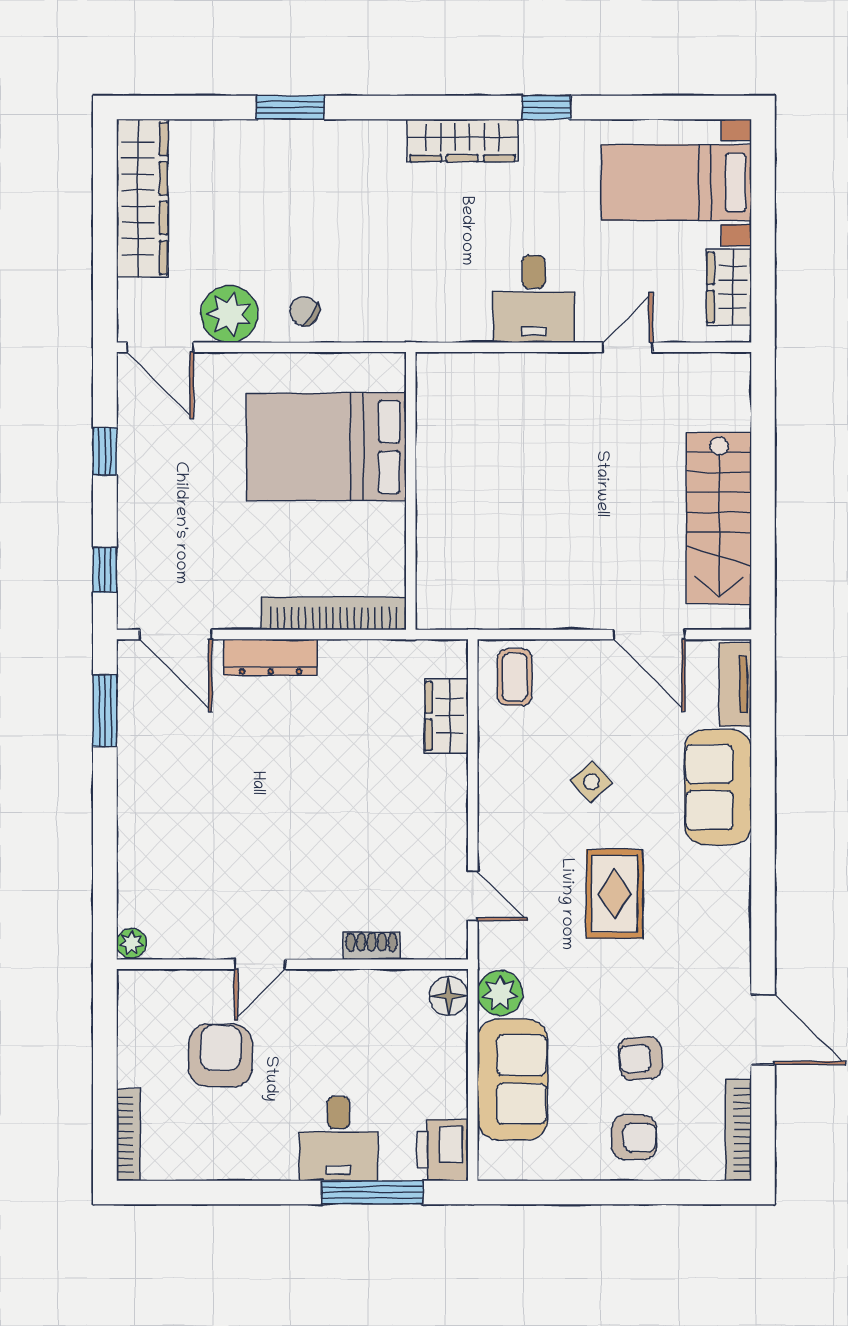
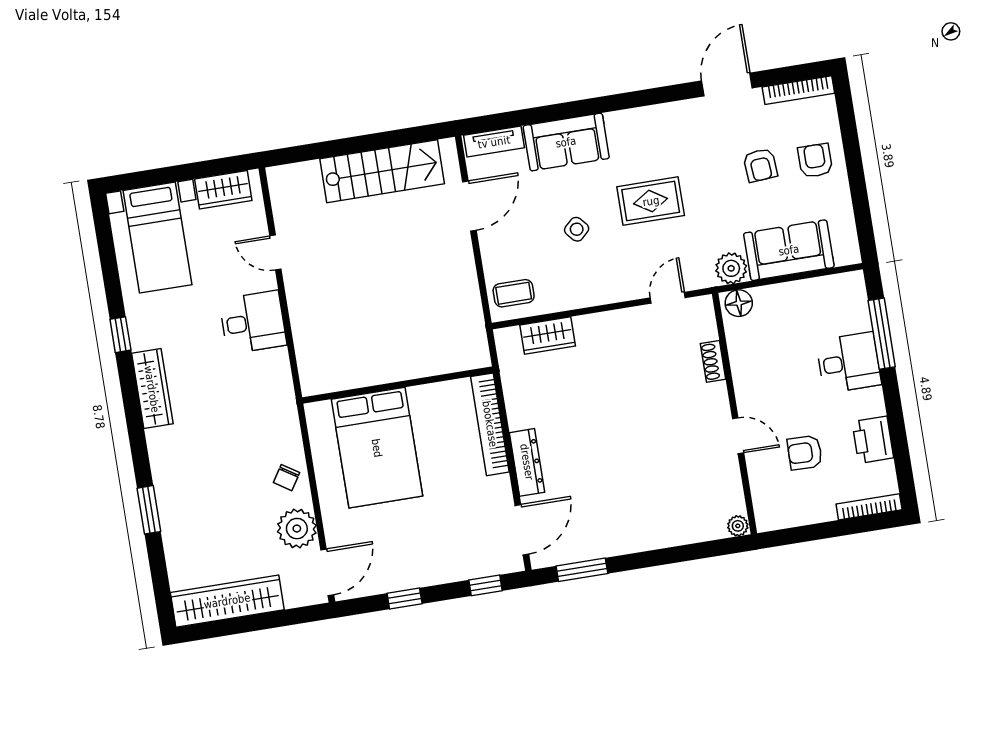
armchair: (220, 1055) -> (805, 453), width x0.72, depth x0.72
printer: (443, 1150) -> (873, 440), moved, turned 90

